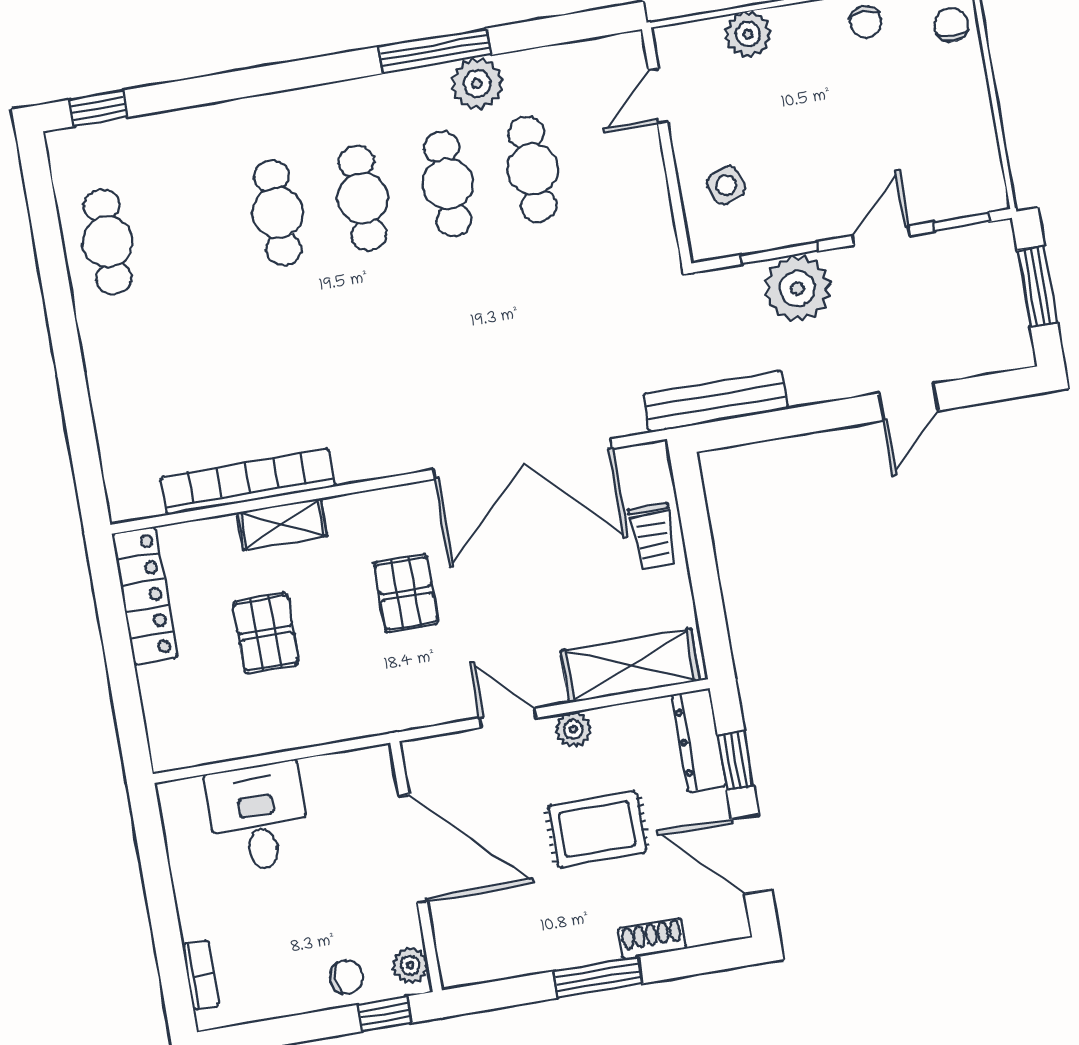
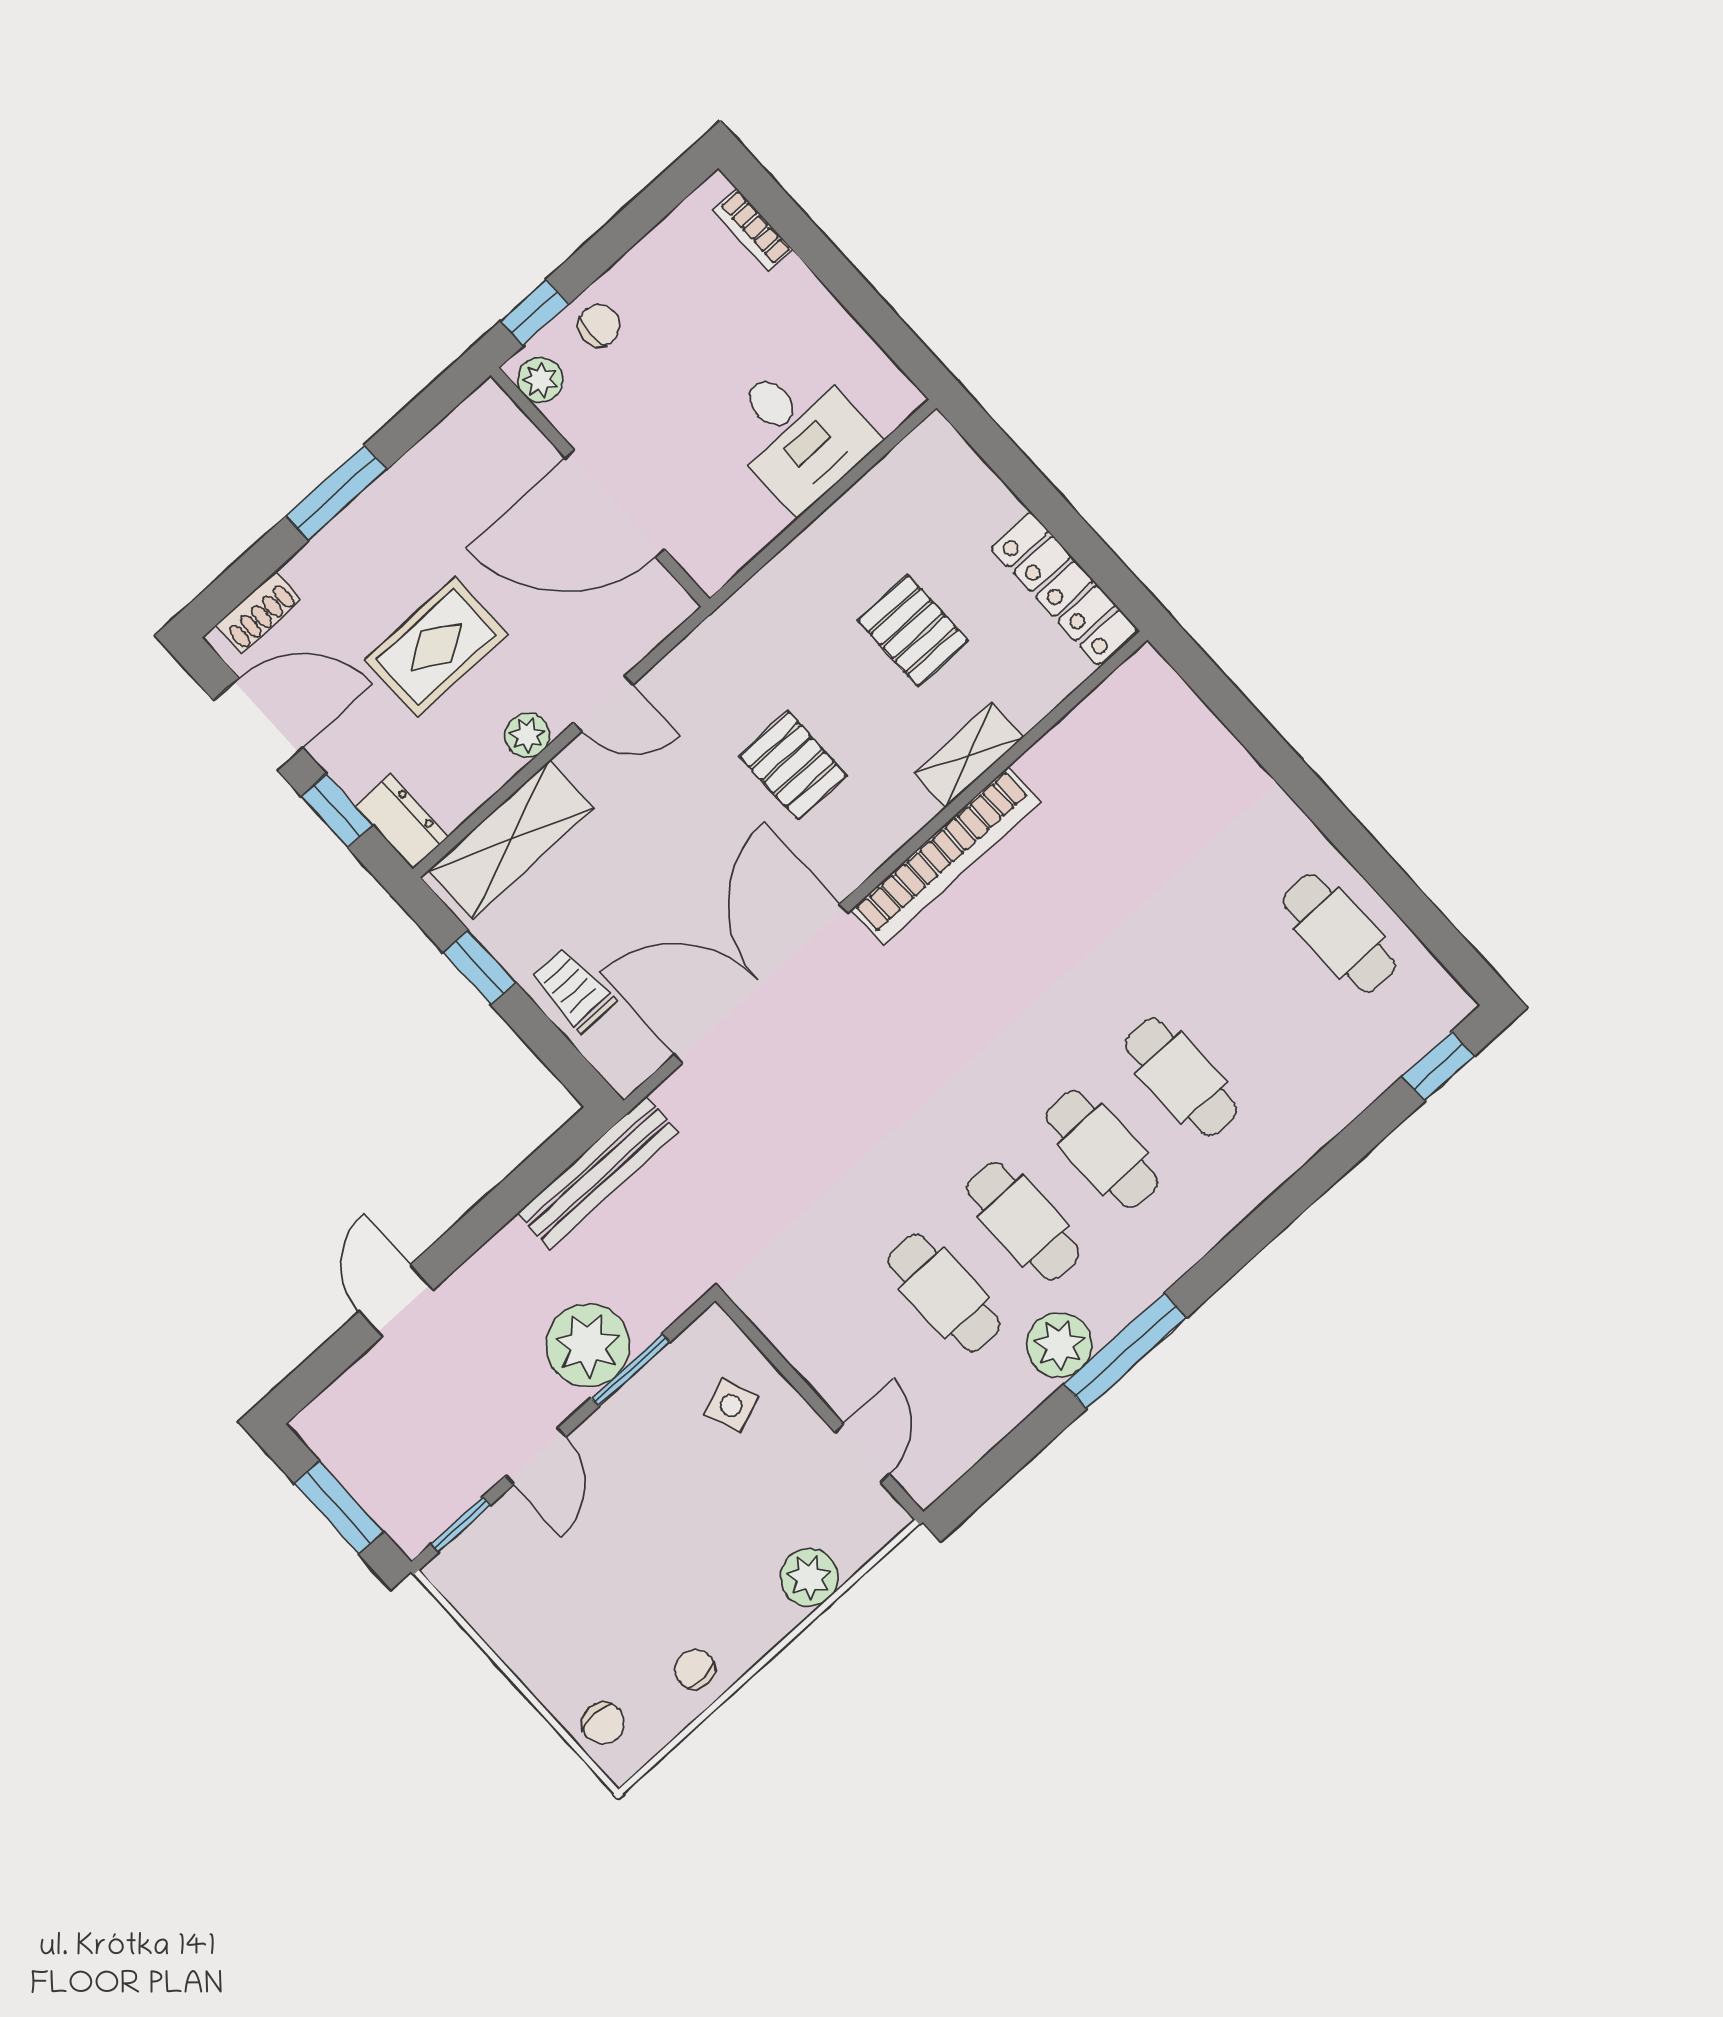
bookcase: (248, 482) -> (945, 856), moved
window: (707, 592) -> (480, 967), added
dresser: (699, 740) -> (402, 821), width x0.70
shoe rack: (652, 939) -> (258, 613), moved
chair: (346, 977) -> (599, 325), turned 180

